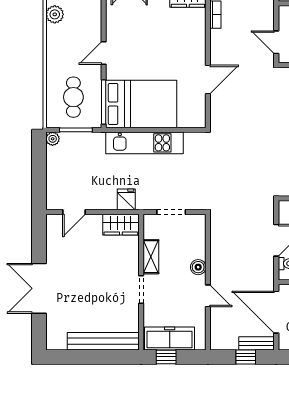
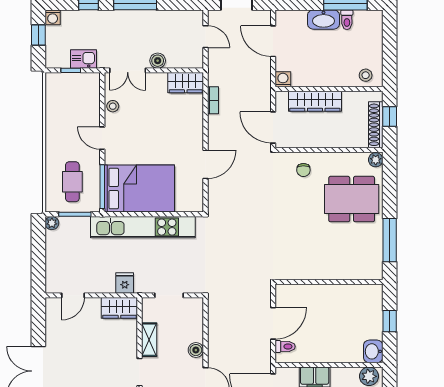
plant: (55, 14) -> (54, 100), removed
stool: (114, 21) -> (113, 106), added
door: (276, 42) -> (273, 127), width x1.38
door: (104, 53) -> (102, 138), hinge flipped
kitchen unit: (145, 143) -> (143, 227), width x1.36

